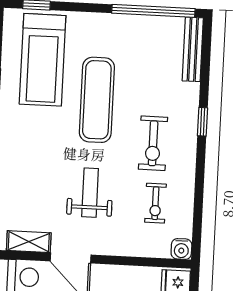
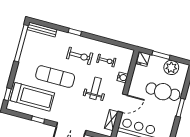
weight bench: (90, 193) -> (95, 88), turned 90
water cooler: (181, 249) -> (123, 77), moved

